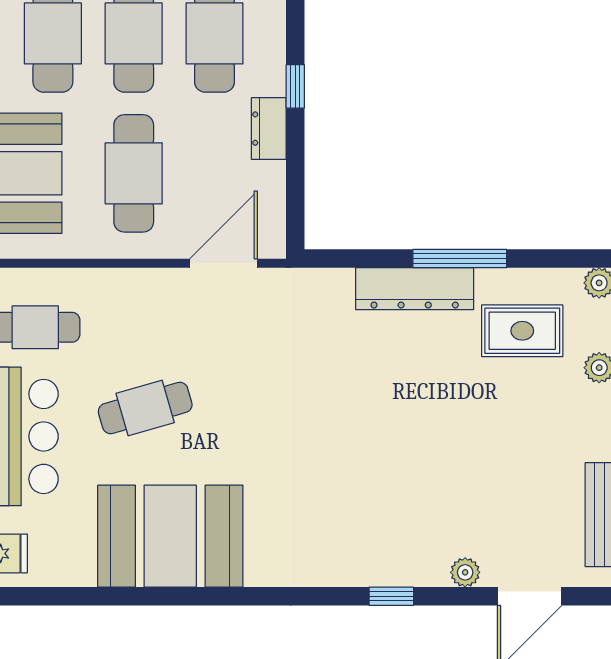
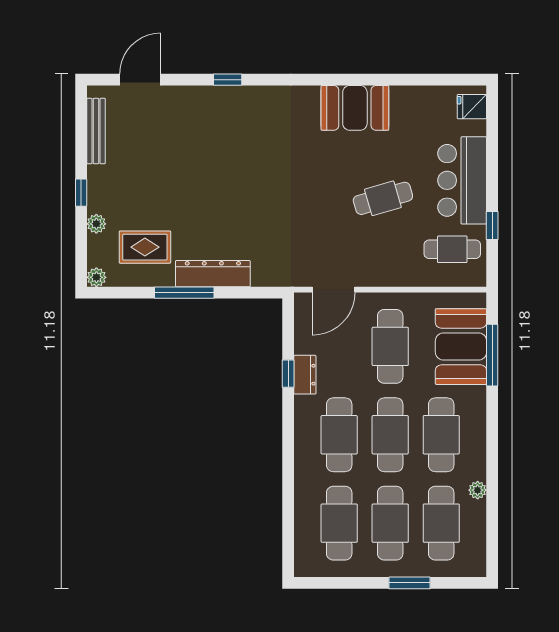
window: (295, 86) -> (288, 374), moved
booth: (170, 536) -> (355, 108), width x0.73, depth x0.70
plant: (465, 572) -> (181, 95), removed

